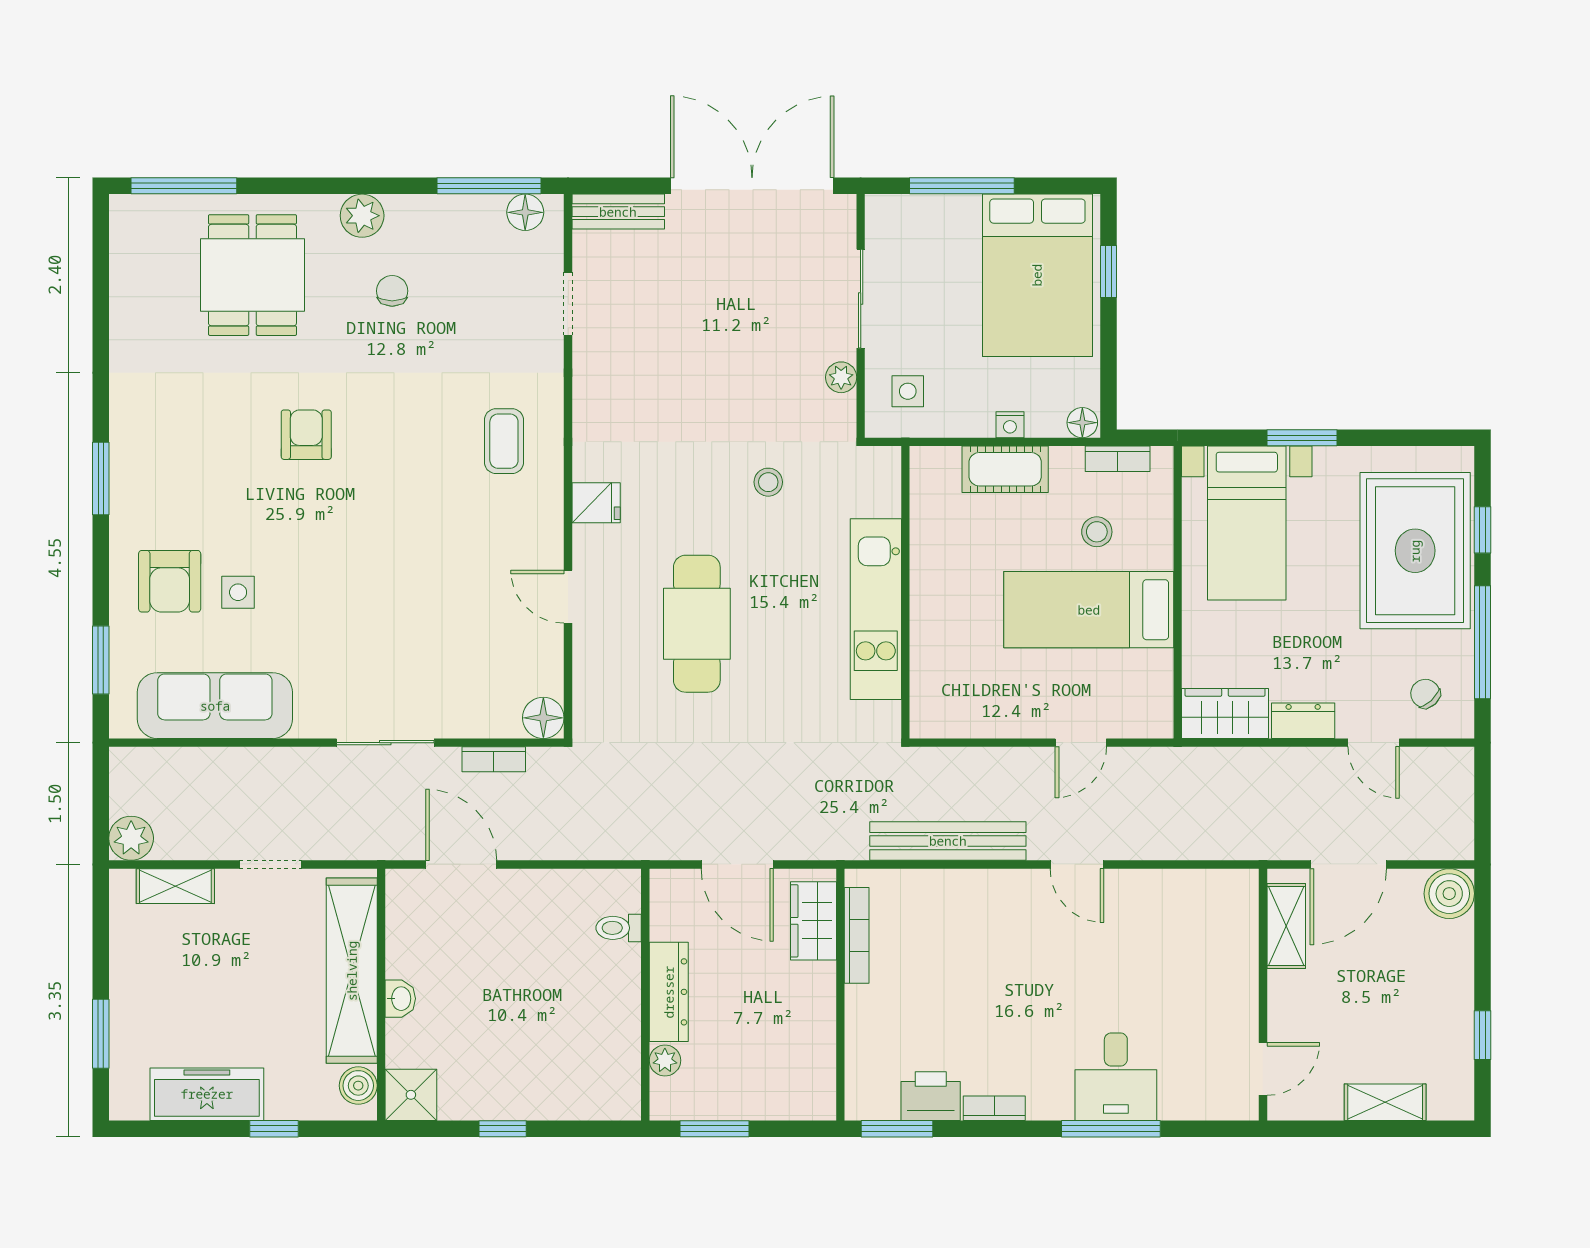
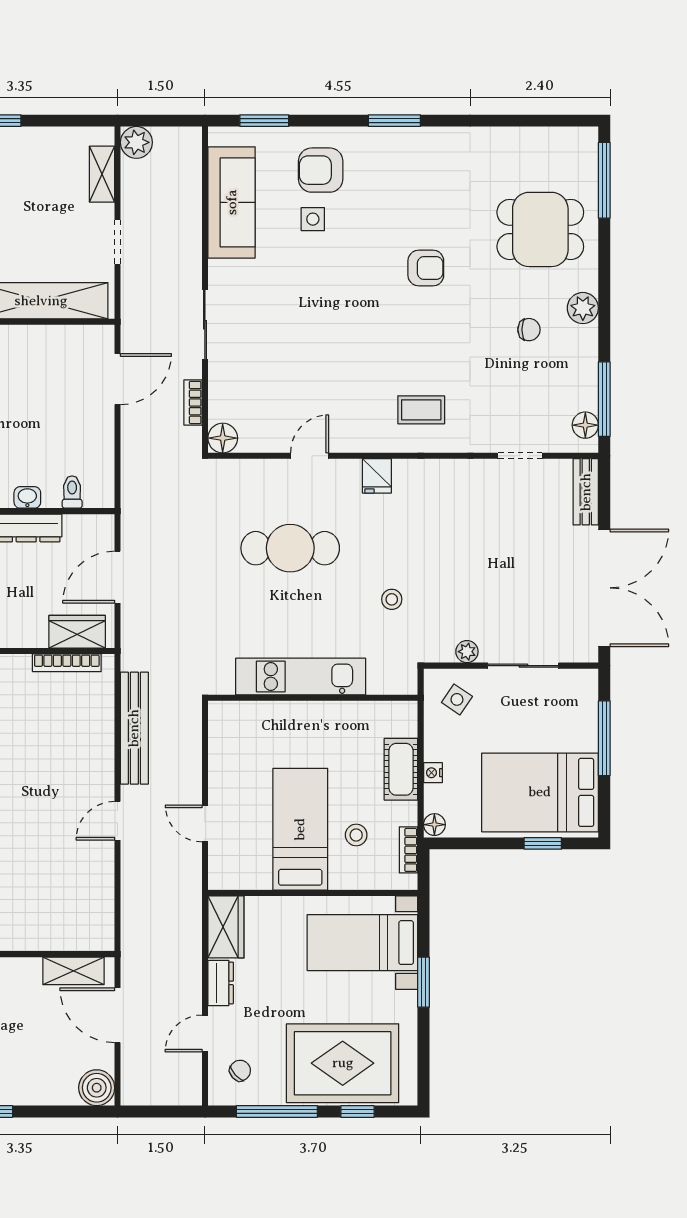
side table: (908, 391) -> (457, 699), turned 34
washbasin: (400, 999) -> (27, 497), moved, turned 180

